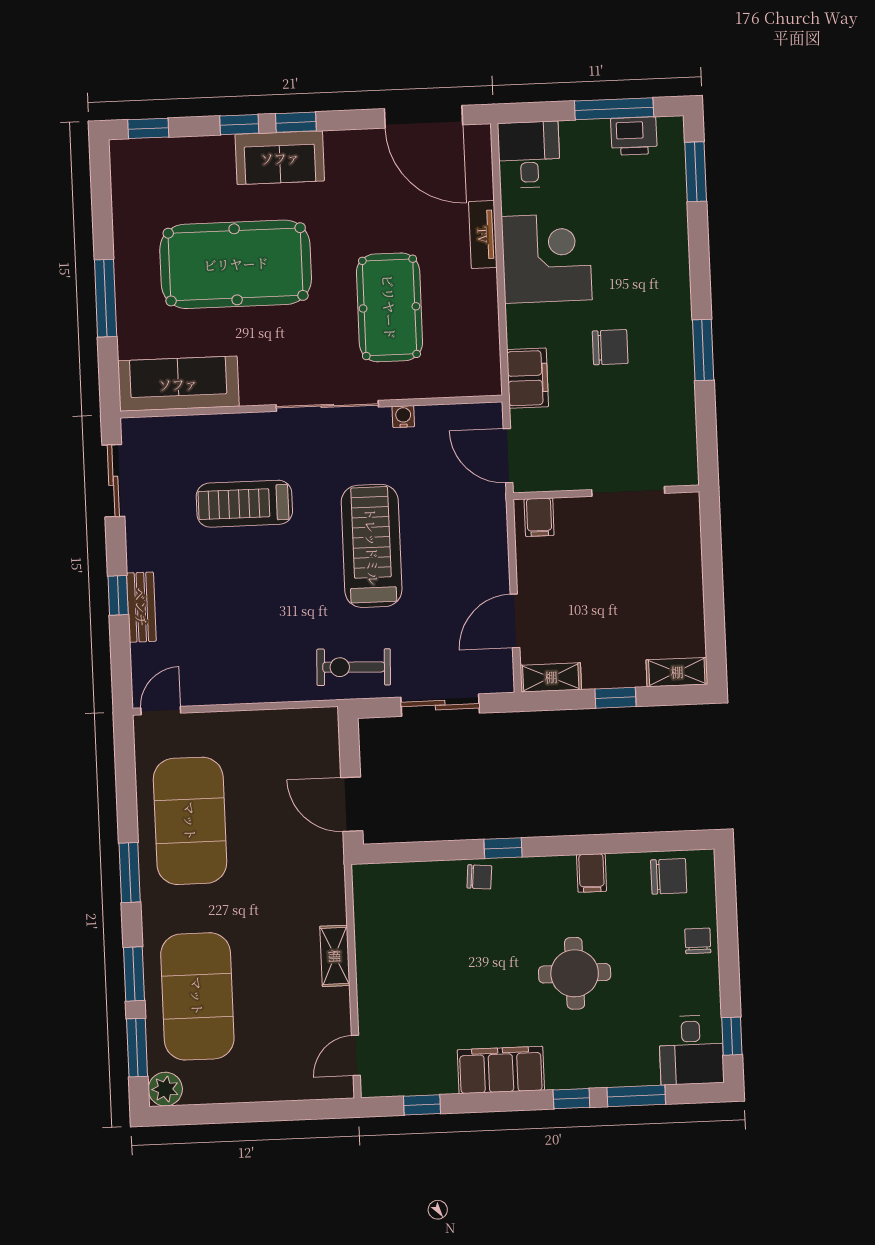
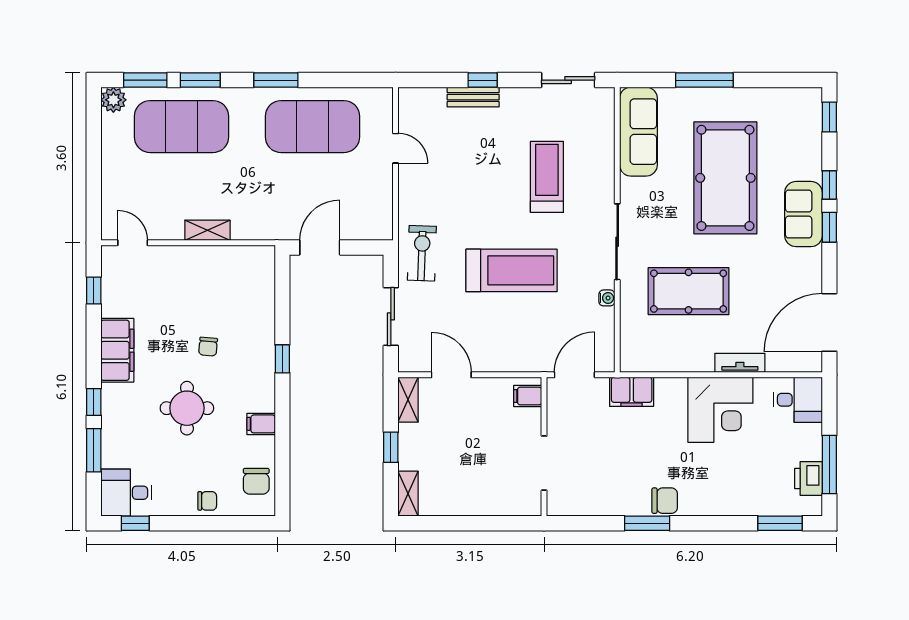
chair: (610, 347) -> (665, 501), moved, turned -90
door: (161, 711) -> (396, 148), moved
chair: (479, 877) -> (208, 347), moved

